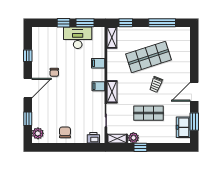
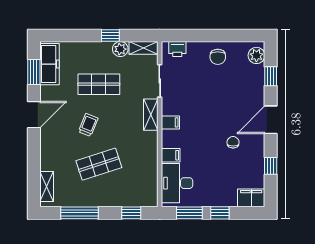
filing cabinet: (41, 33) -> (251, 198), added
desk: (78, 38) -> (177, 183), moved, turned 90
shelving: (112, 38) -> (47, 187), moved
shop shelf: (149, 57) -> (99, 164), width x0.70, depth x0.74
freezer: (183, 127) -> (49, 64), width x1.40

